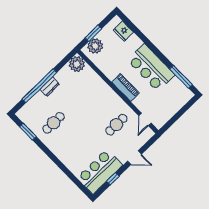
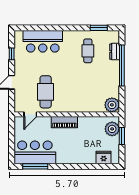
bar counter: (151, 68) -> (35, 152), moved
dresser: (50, 87) -> (115, 52), moved
door: (145, 119) -> (30, 114), swing flipped
cafe table: (116, 125) -> (46, 92), width x1.37, depth x1.35
bar counter: (100, 171) -> (43, 41), moved, turned 90

